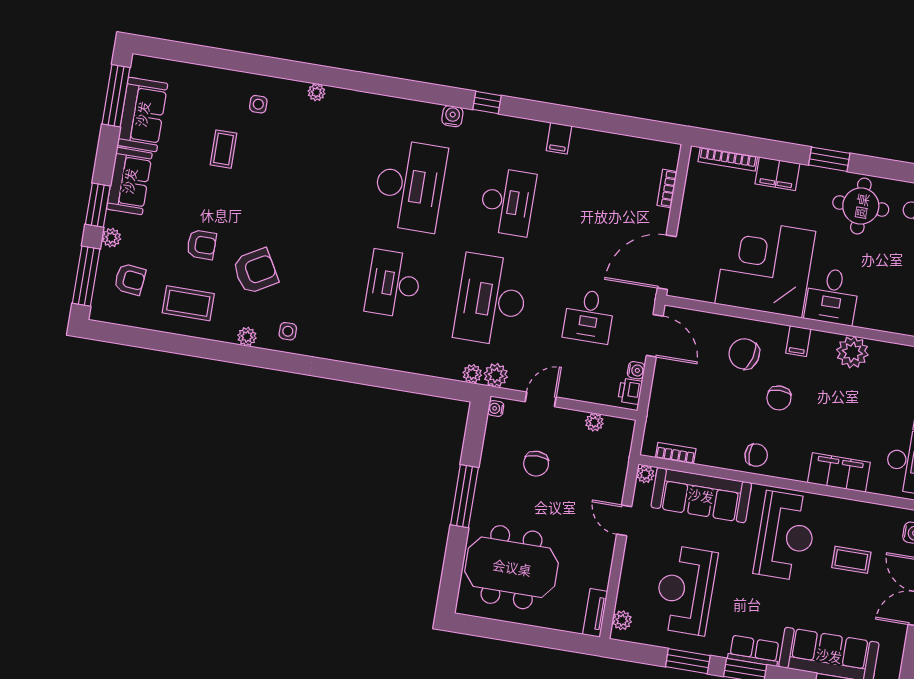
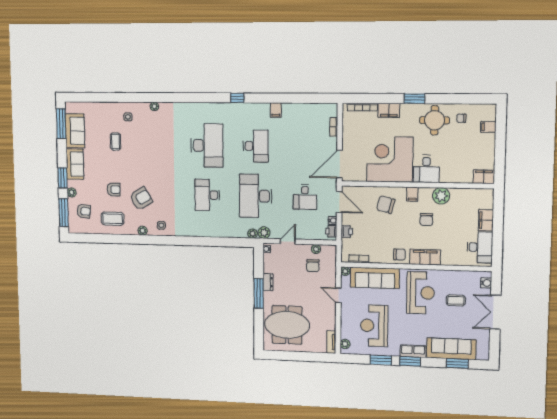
water cooler: (452, 116) -> (222, 107), removed
printer: (660, 396) -> (347, 231), added
chair: (779, 398) -> (426, 220), moved
chair: (536, 464) -> (313, 266), moved
filing cabinet: (839, 473) -> (425, 257), moved
dresser: (487, 476) -> (268, 282), added

